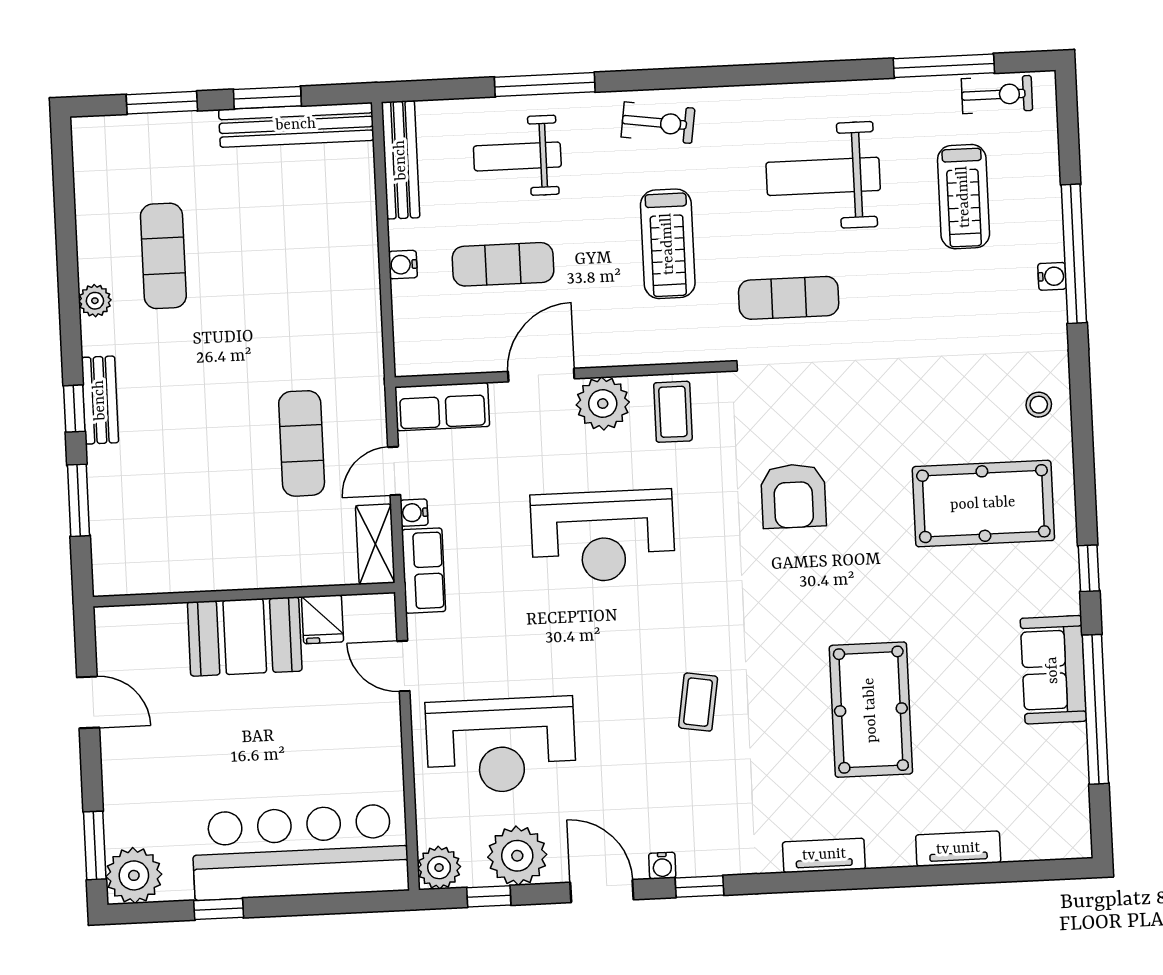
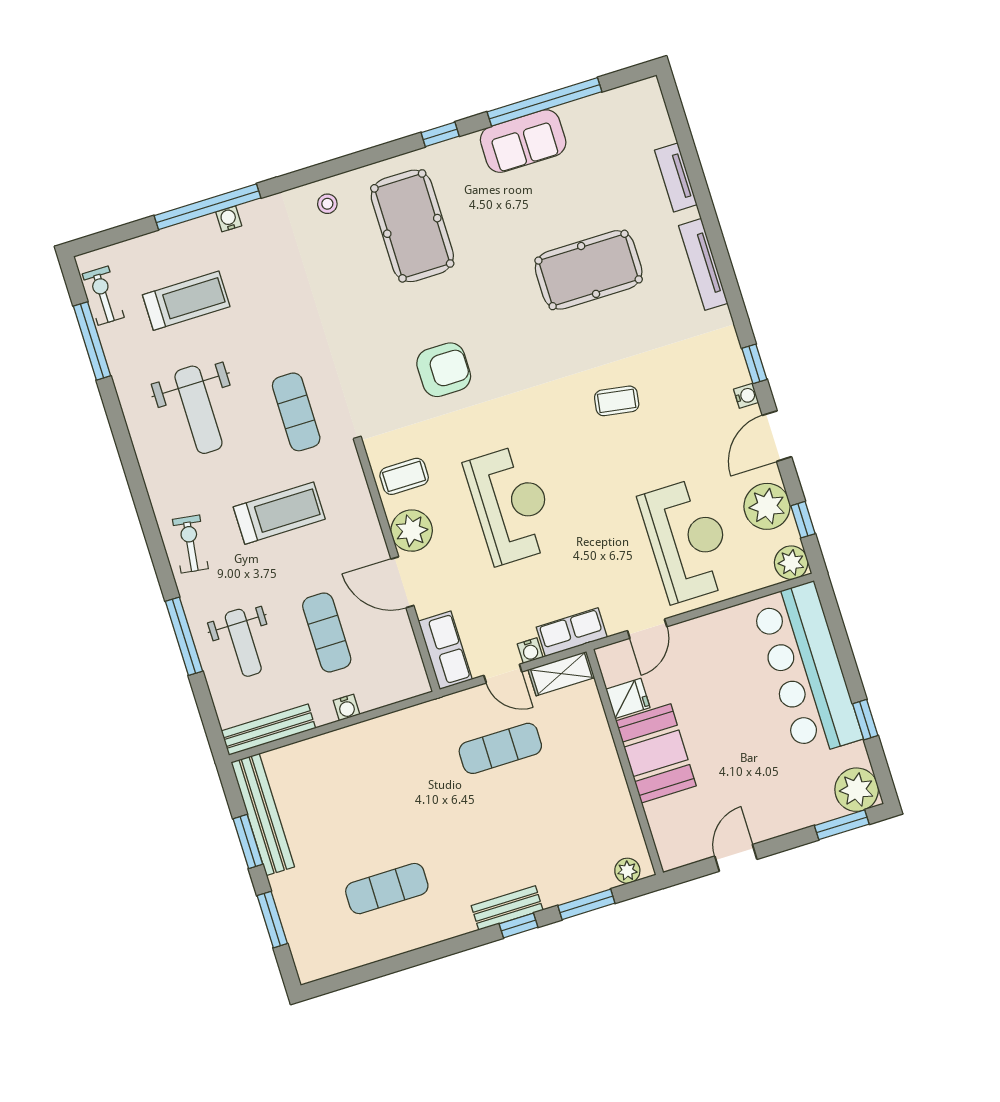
plant: (95, 301) -> (627, 871), moved
tv unit: (824, 855) -> (703, 264), width x1.41

